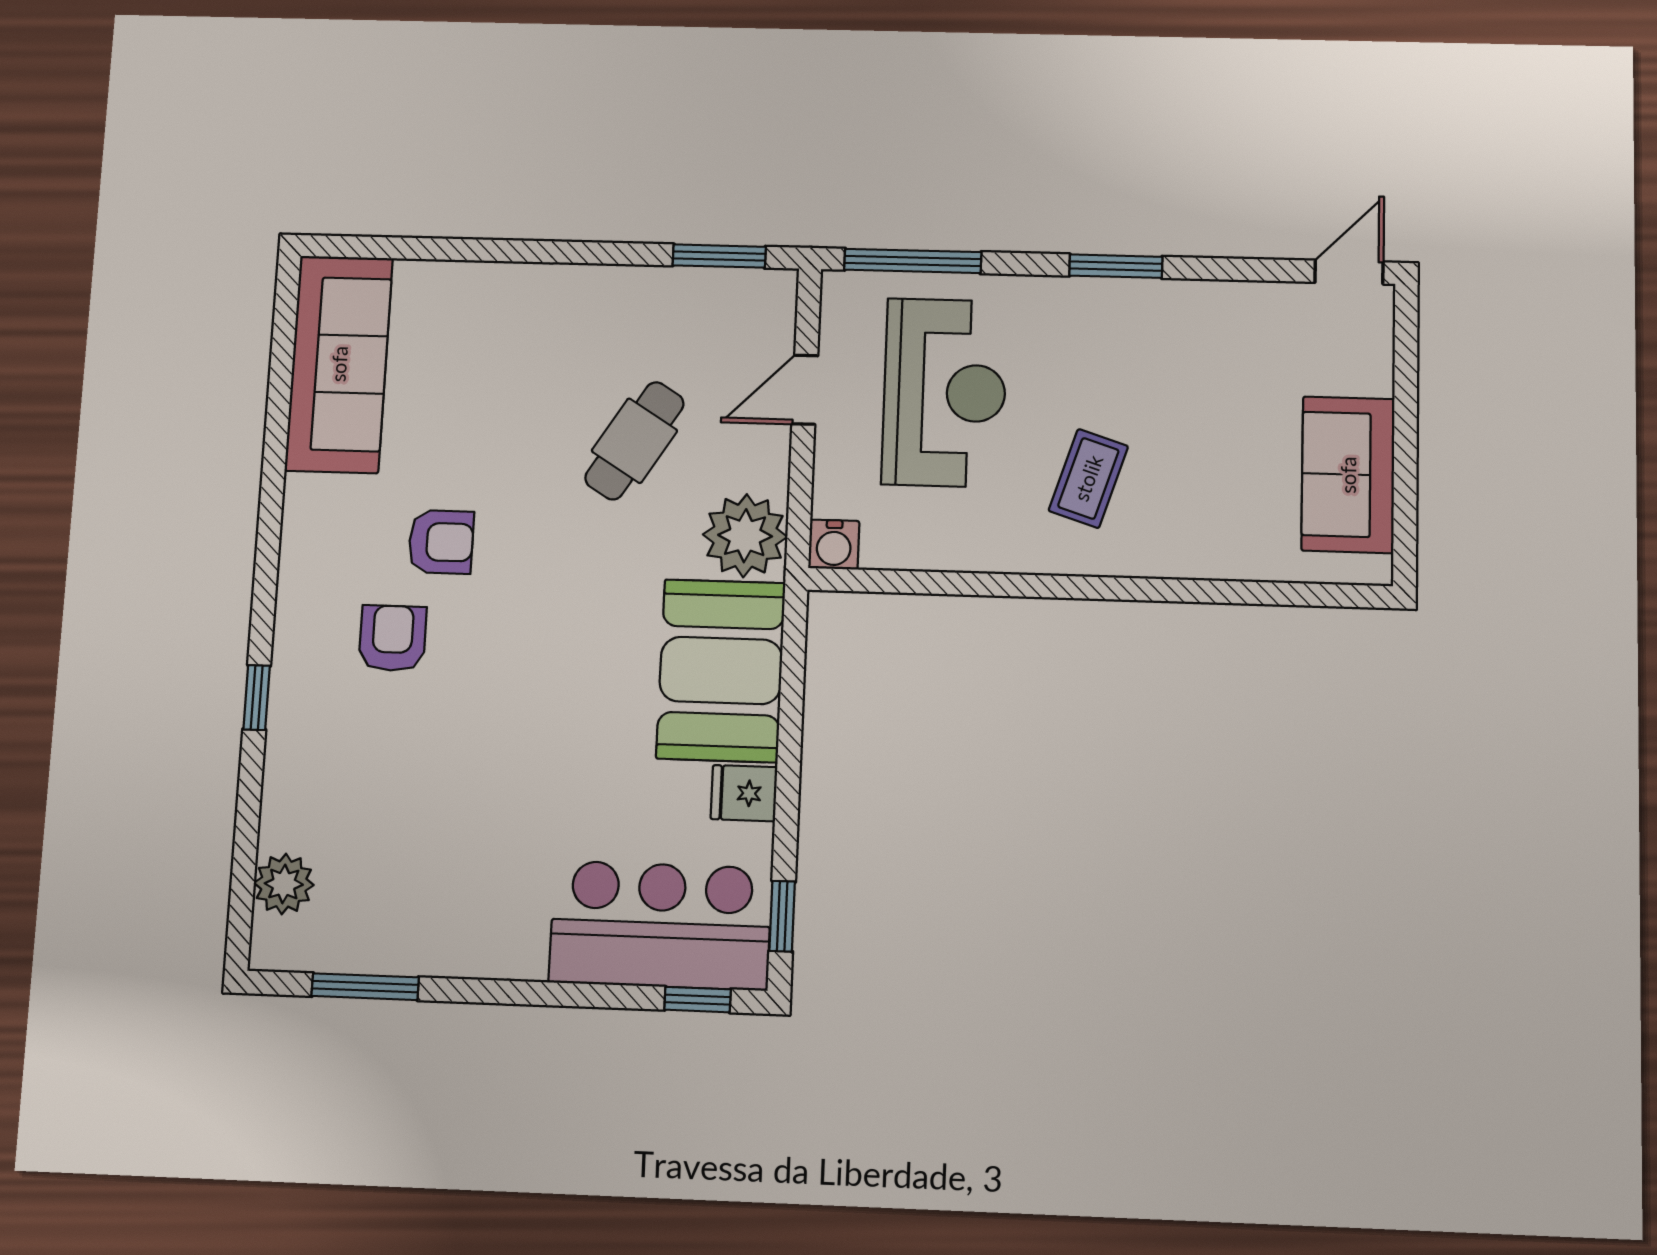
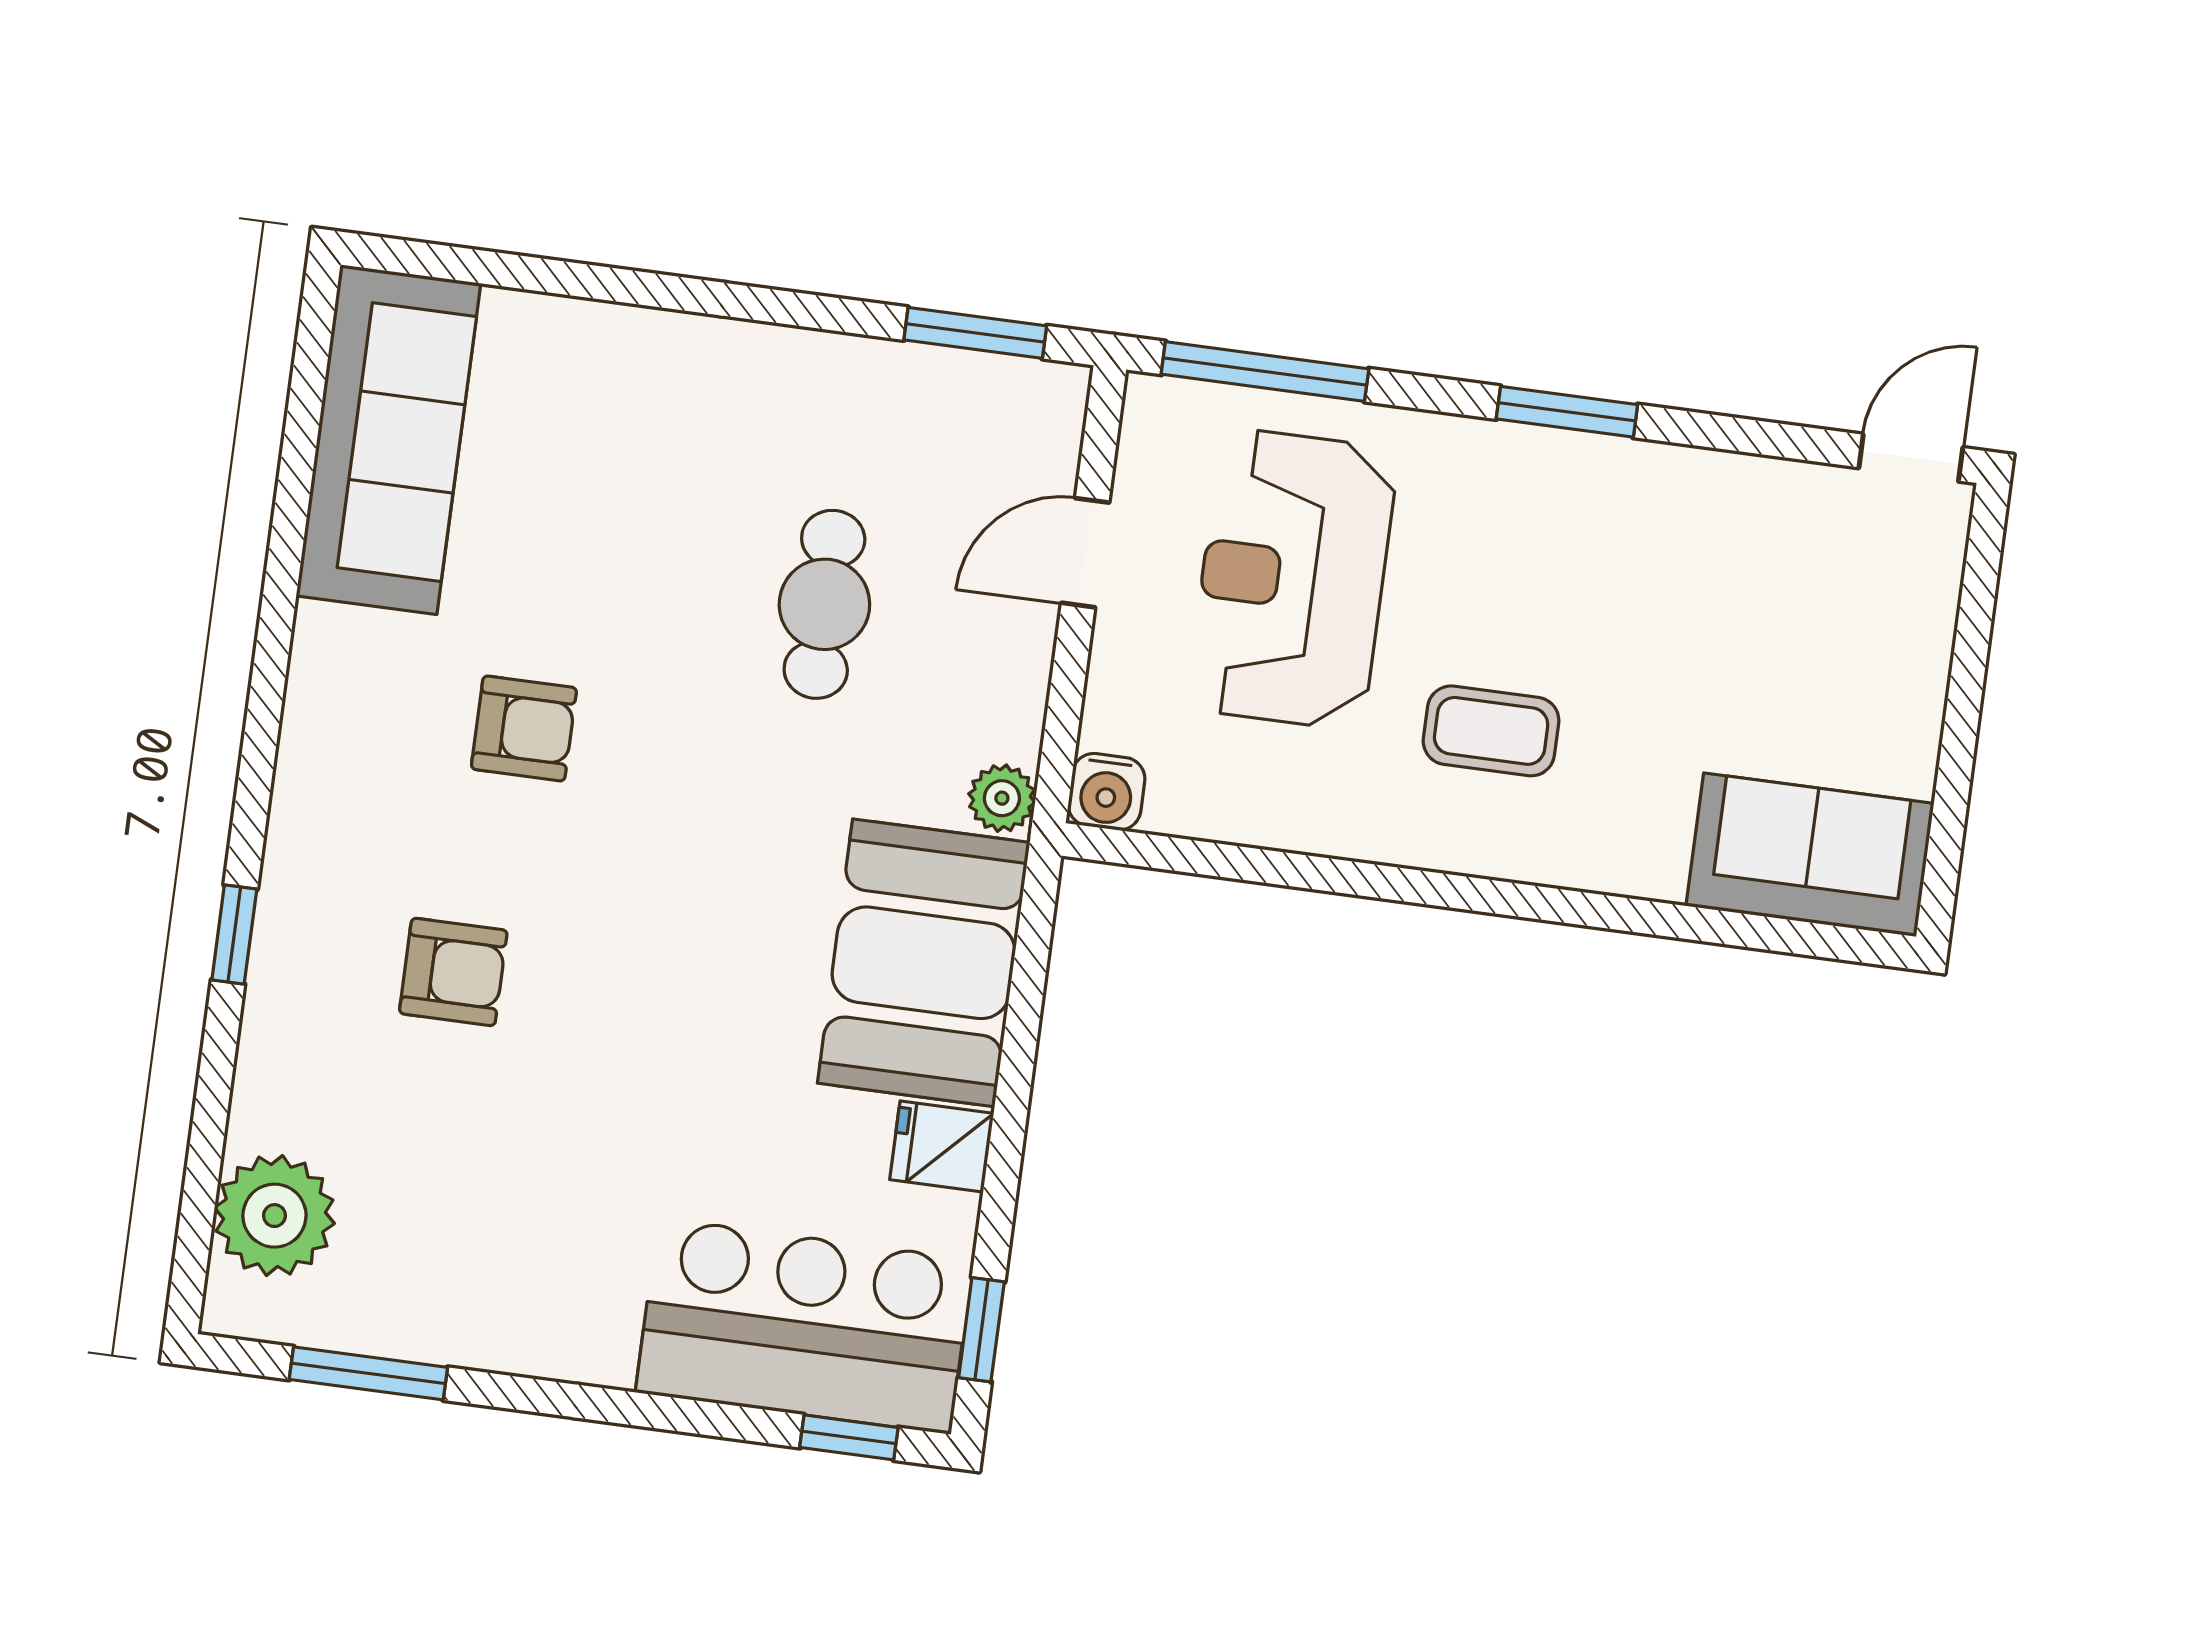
reception desk: (945, 393) -> (1292, 579), turned 180
cafe table: (634, 441) -> (824, 604), turned -32
sofa: (1348, 475) -> (1810, 855), moved, turned 90
coffee table: (1088, 478) -> (1491, 731), turned 72
plant: (745, 536) -> (1002, 798), width x0.53, depth x0.53
armchair: (393, 638) -> (453, 972), moved, turned 90
plant: (284, 884) -> (274, 1216), width x1.36, depth x1.36

